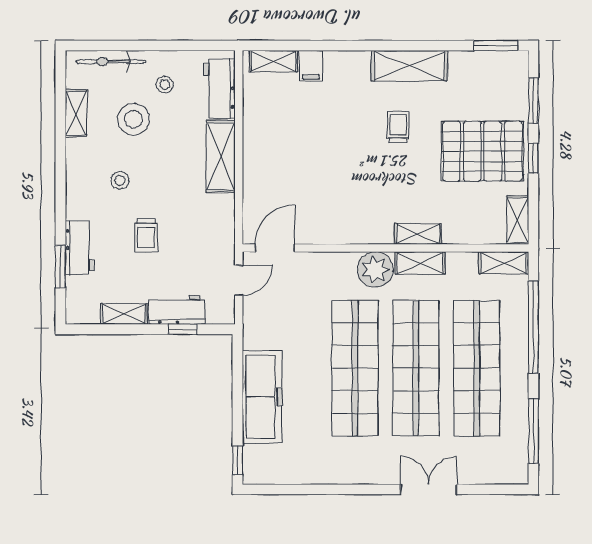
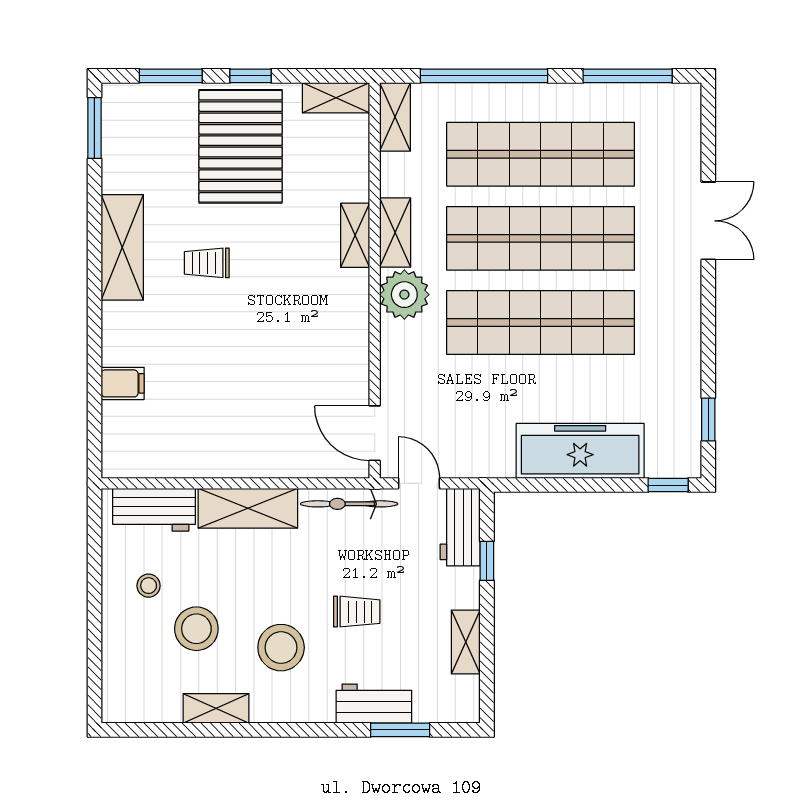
shelving: (273, 61) -> (116, 435), removed
bicycle: (111, 62) -> (349, 504), moved, turned 90
shelving: (76, 113) -> (216, 708), moved
stool: (120, 180) -> (281, 648), width x1.89, depth x1.89
workbench: (177, 310) -> (460, 527), moved
window: (285, 489) -> (708, 419), added
double door: (429, 489) -> (708, 221), swing flipped

